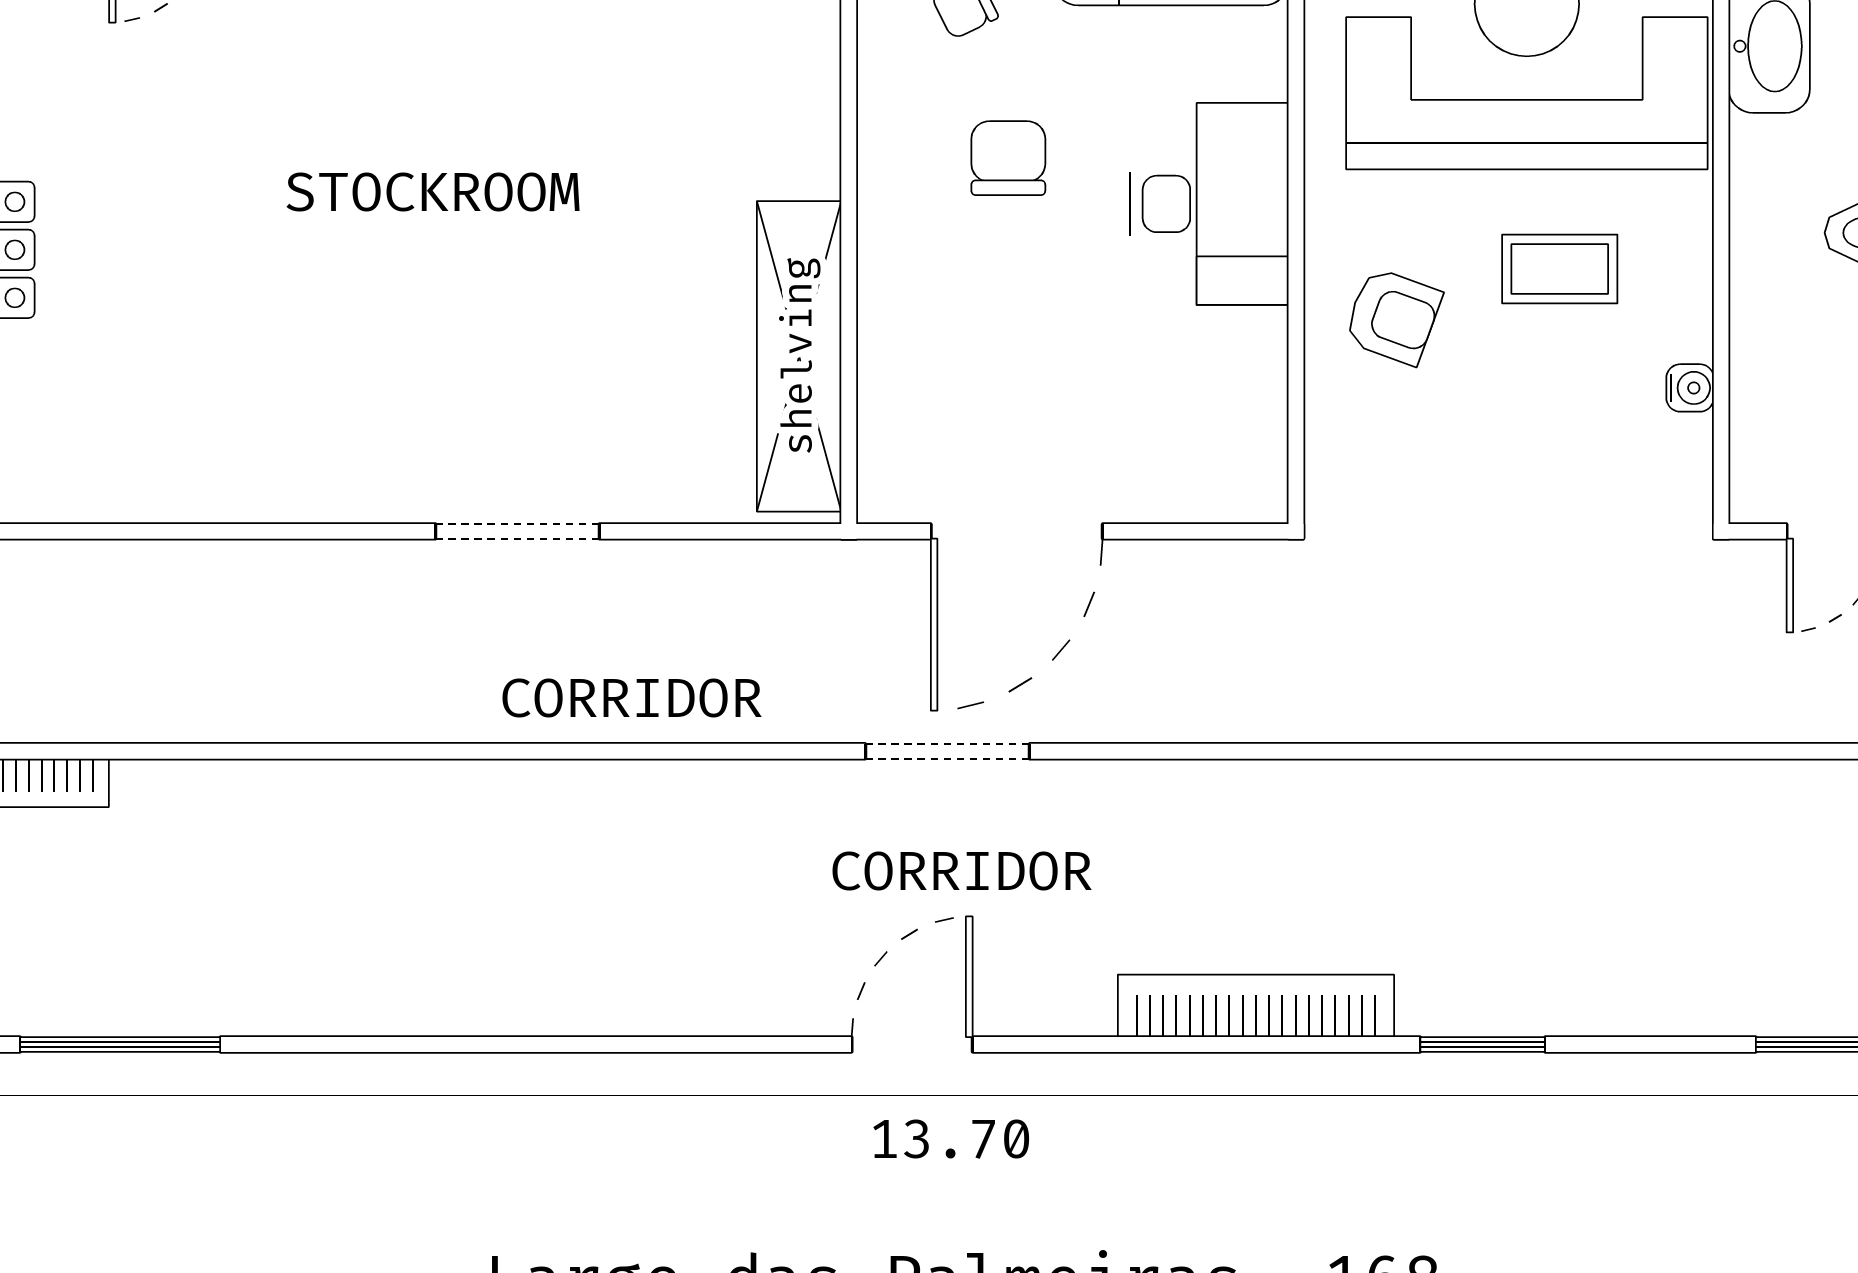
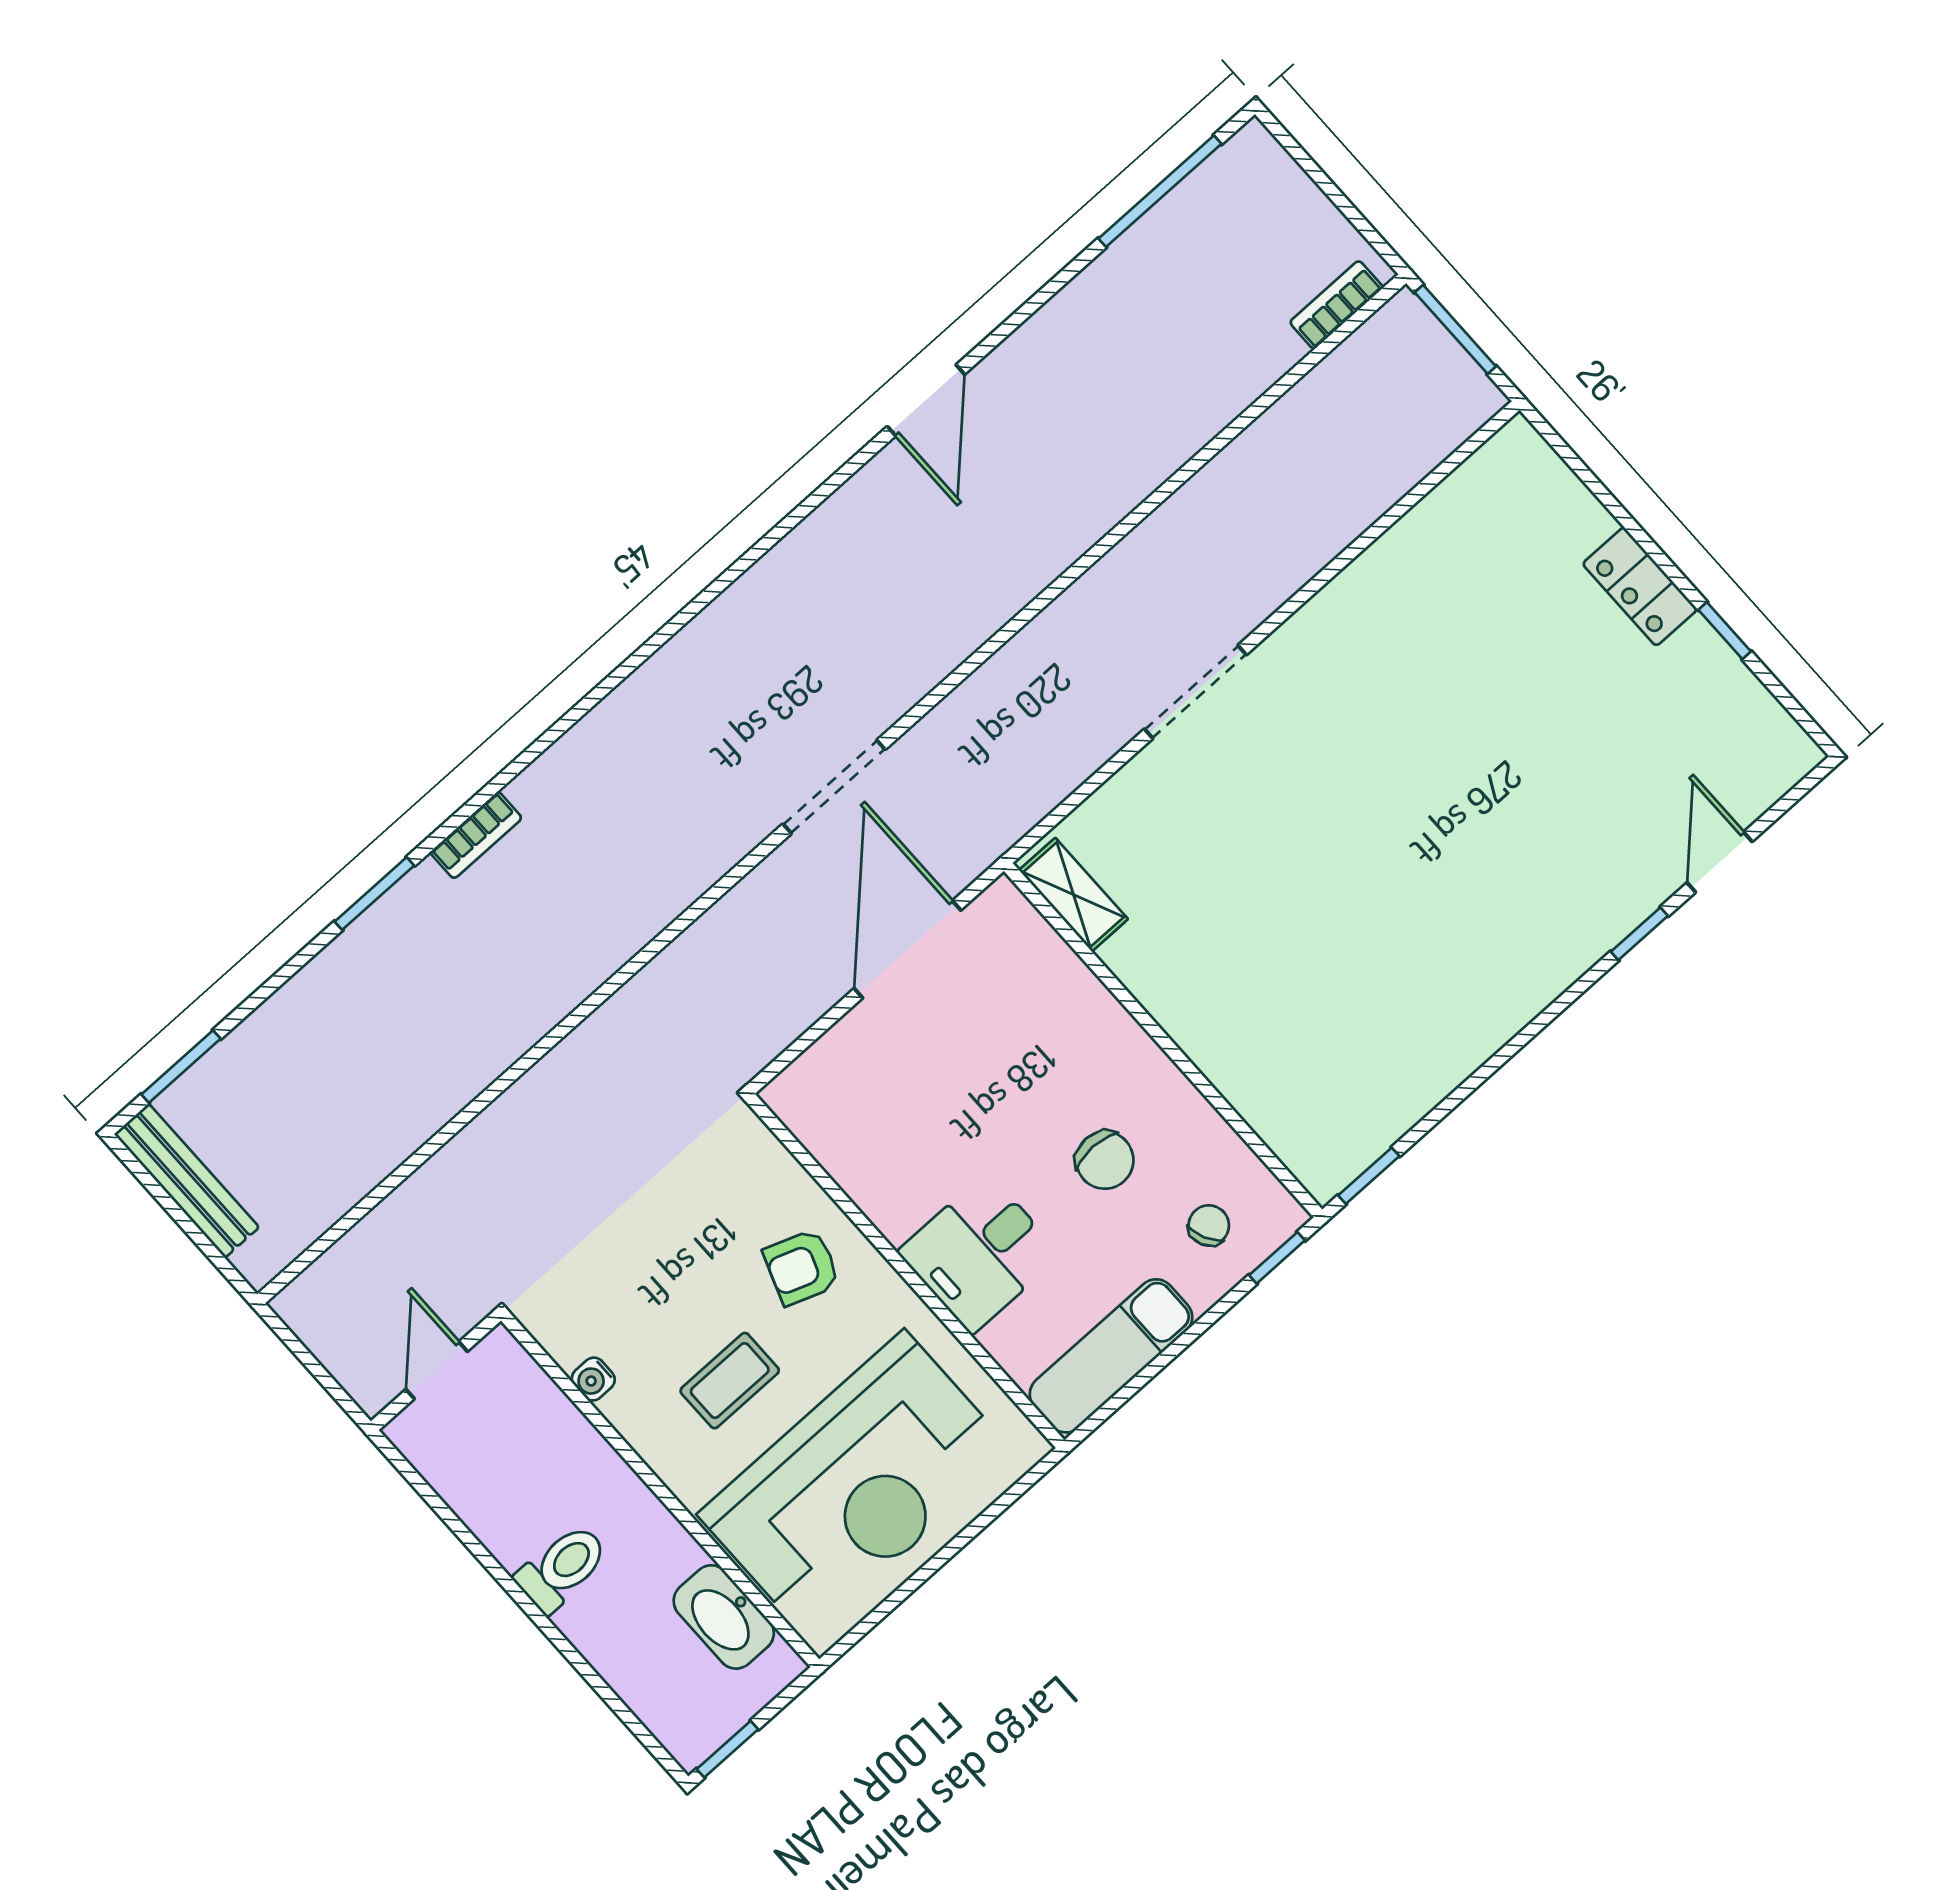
desk: (1209, 204) -> (979, 1253), width x0.73
shelving: (799, 356) -> (1073, 895), width x0.45, depth x0.75
bookcase: (1256, 1006) -> (476, 835), width x0.43, depth x0.76
door: (912, 1045) -> (926, 400), moved

